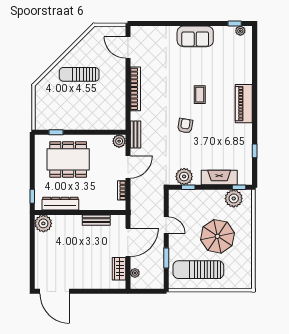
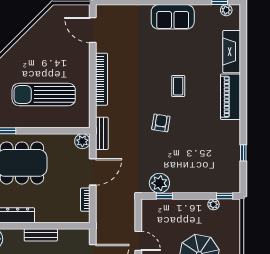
sun lounger: (79, 74) -> (44, 94), moved, width x1.36, depth x1.34
fireplace: (219, 178) -> (232, 52), moved, turned -90
plant: (234, 198) -> (213, 204), width x0.53, depth x0.53
bench: (96, 220) -> (41, 235), moved

